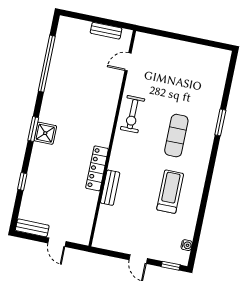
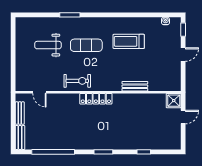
weight bench: (187, 86) -> (48, 45), added
shower: (45, 133) -> (174, 101), moved
locker: (97, 168) -> (96, 99), moved
bench: (32, 228) -> (20, 137), moved

